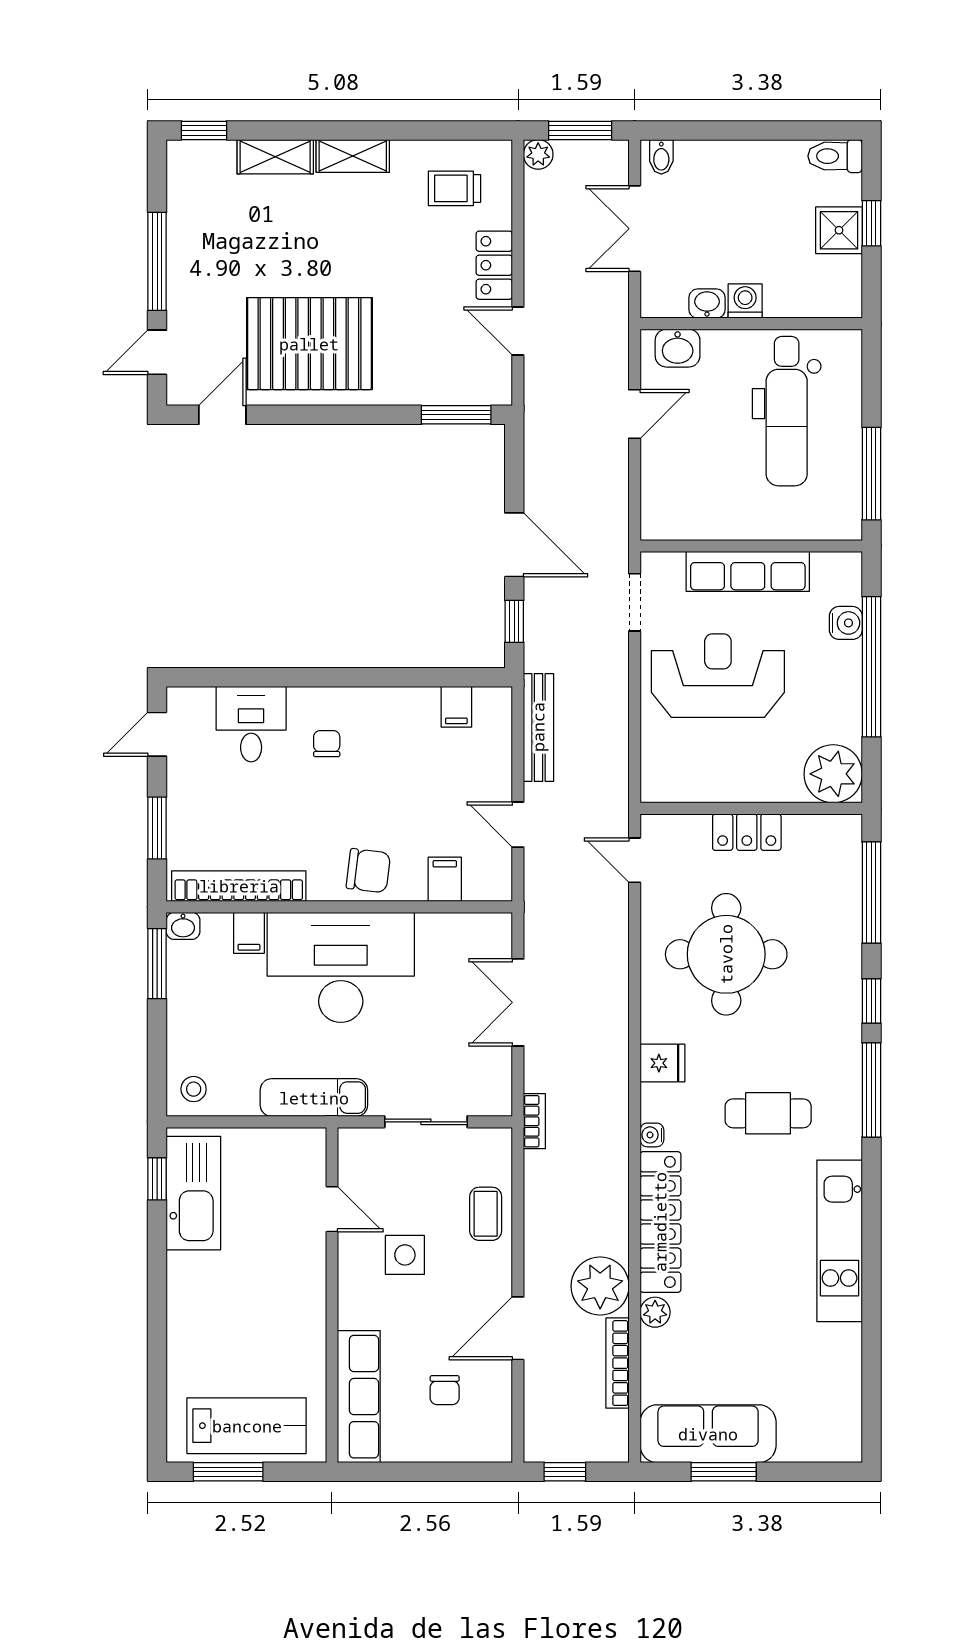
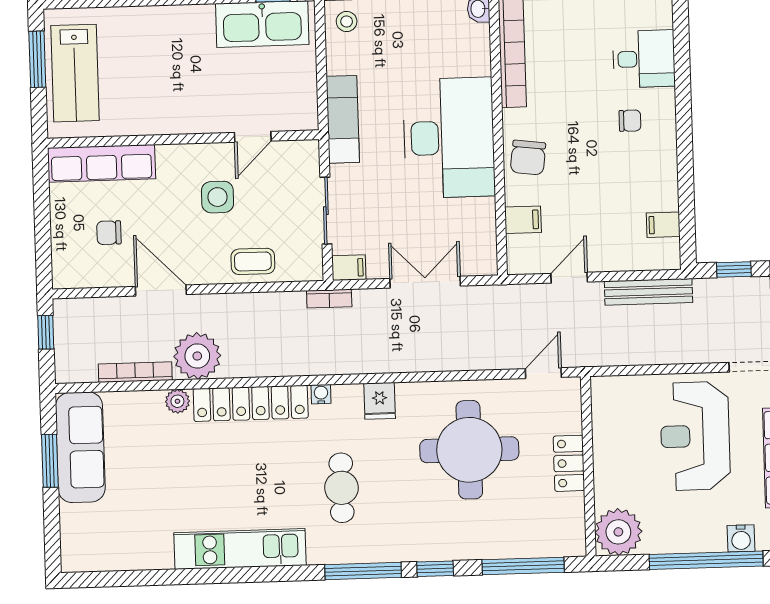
reception desk: (718, 676) -> (695, 436), turned 180
filing cabinet: (249, 933) -> (349, 268), moved, turned 180

